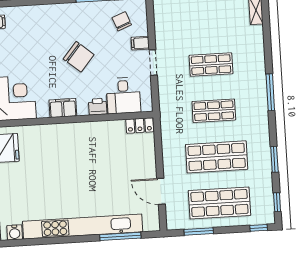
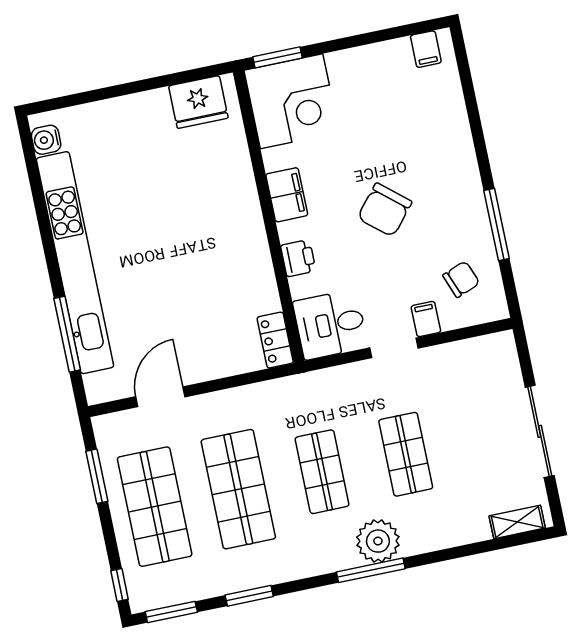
plant: (255, 86) -> (378, 541), added
desk: (123, 95) -> (330, 324), moved
window: (277, 202) -> (171, 612), width x1.50

